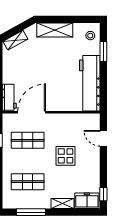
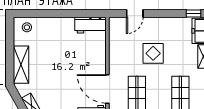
window: (103, 51) -> (44, 13), removed
workbench: (90, 83) -> (91, 25), width x0.53, depth x0.76

